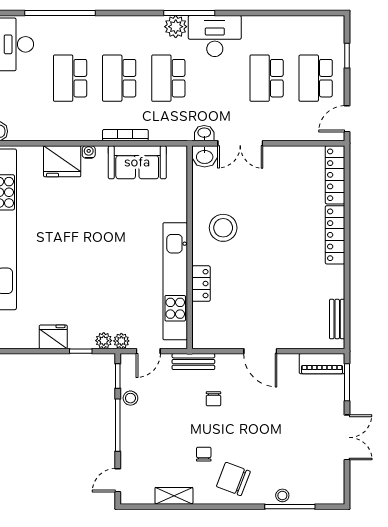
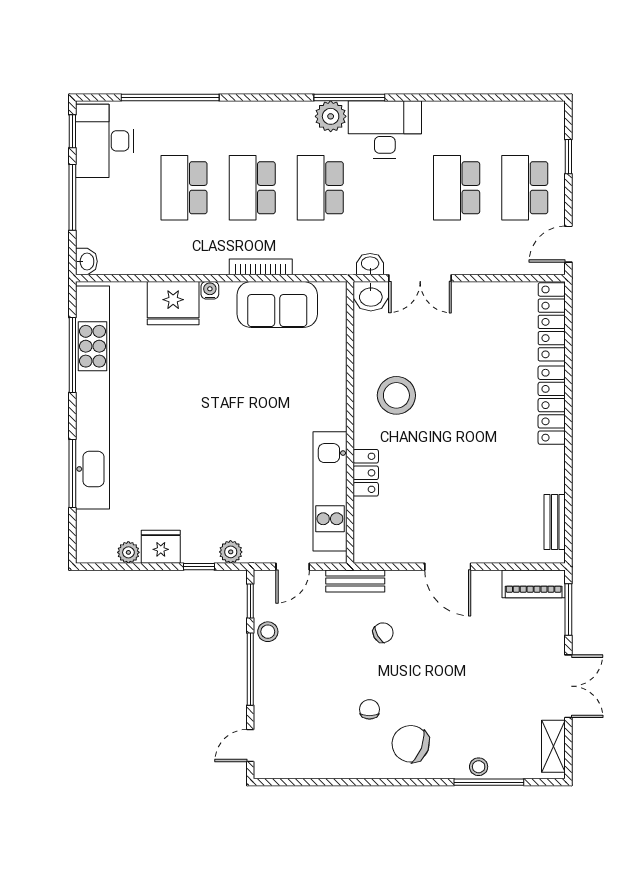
kitchen unit: (175, 281) -> (330, 491), width x0.73
plant: (121, 341) -> (128, 552), moved
chair: (213, 399) -> (383, 633), turned -120
shelving: (174, 496) -> (553, 746), moved, turned 90

